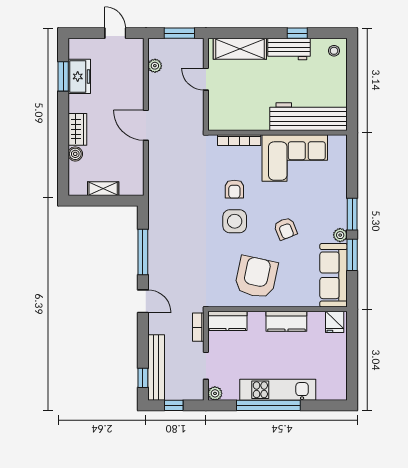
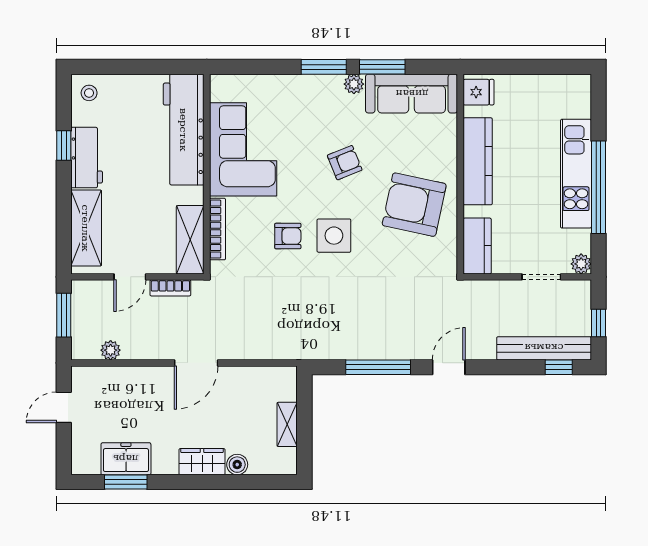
shelving: (232, 121) -> (190, 240), added
kitchen counter: (286, 321) -> (478, 161), width x1.50
bookcase: (198, 327) -> (170, 288), moved

